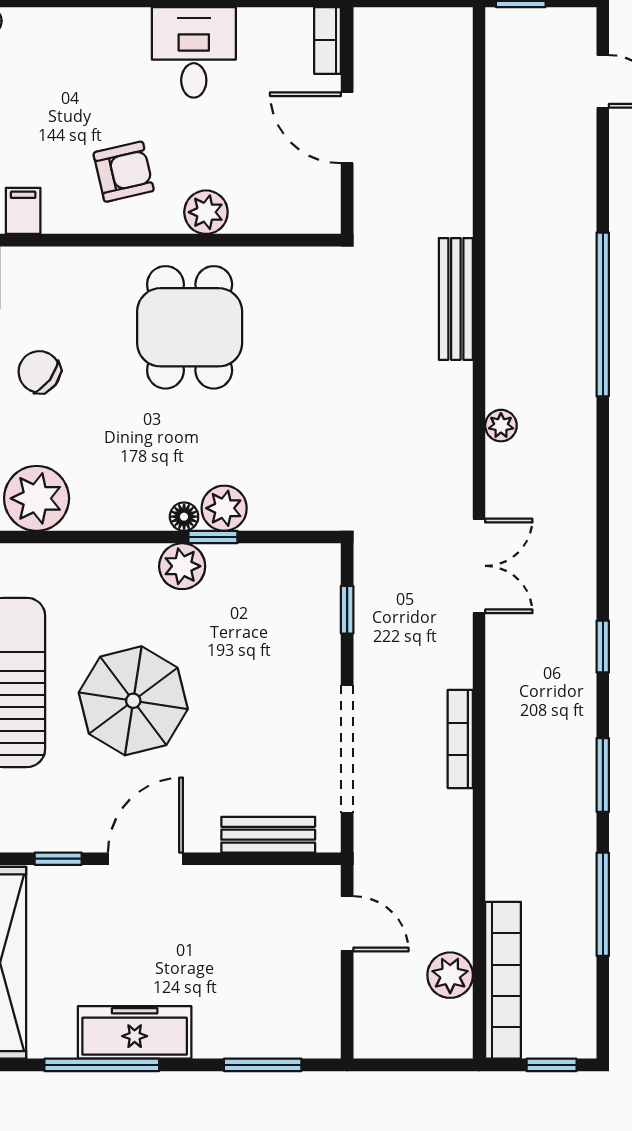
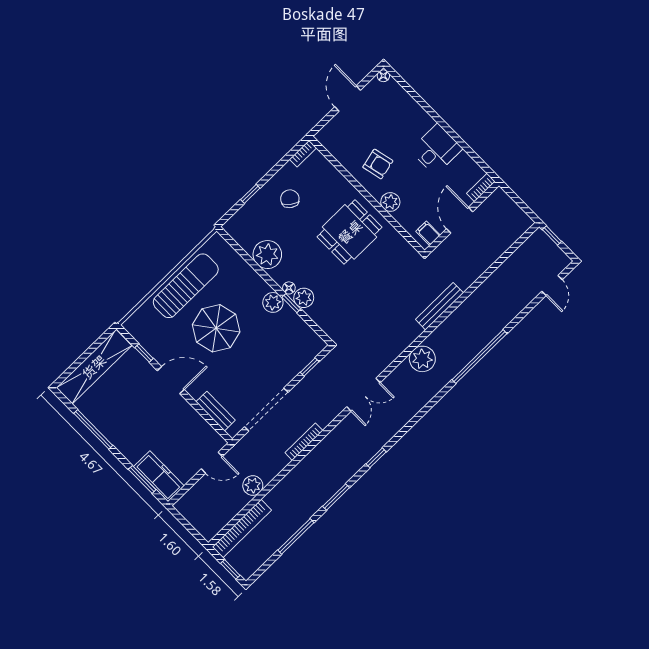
filing cabinet: (23, 211) -> (428, 233), moved, turned -90
plant: (501, 426) -> (422, 359), width x1.87, depth x1.87
plant: (37, 498) -> (267, 255), moved
door: (347, 924) -> (212, 463), hinge flipped
plant: (450, 975) -> (253, 485), moved
freezer: (135, 1032) -> (159, 476), moved

